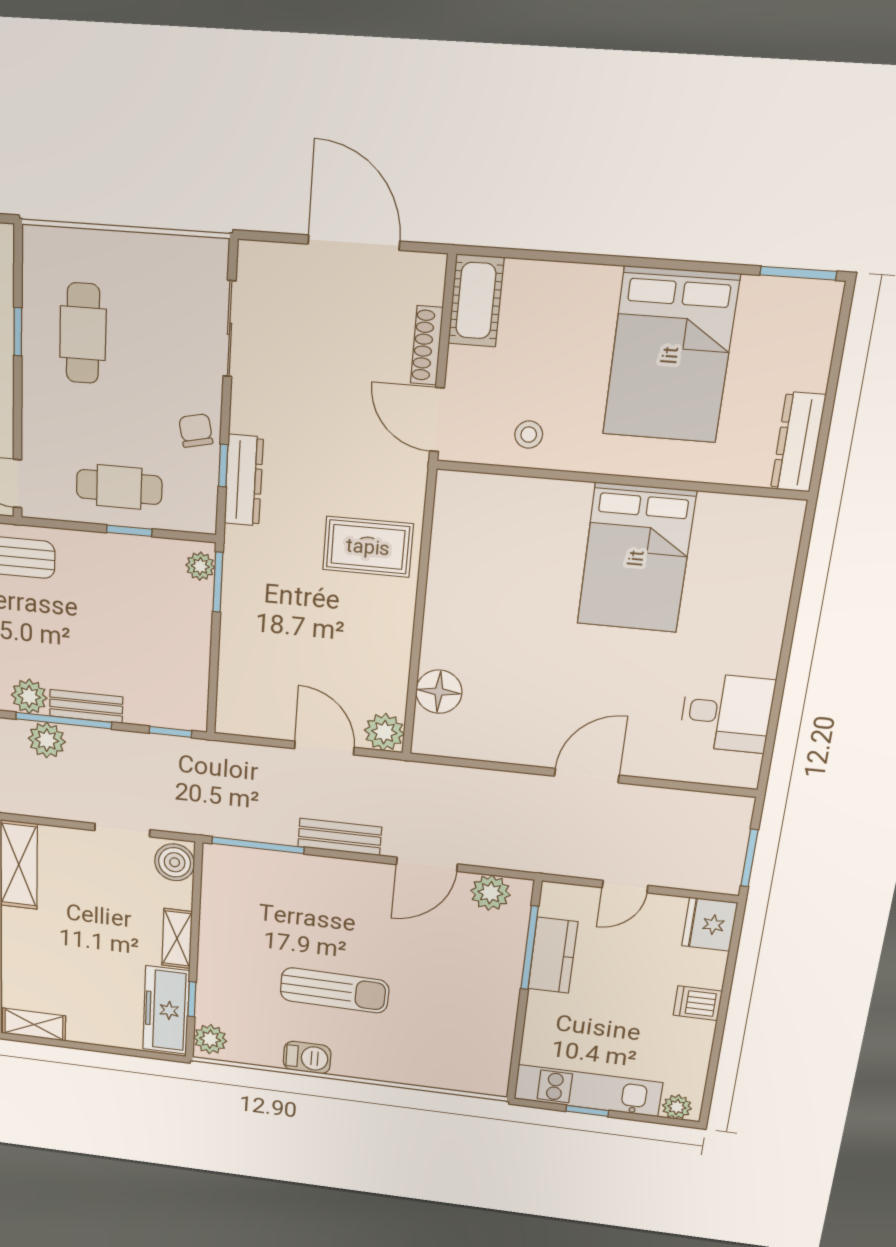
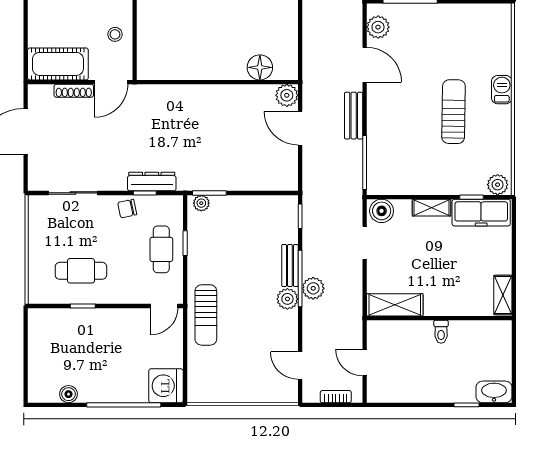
cot: (476, 301) -> (58, 64), width x1.37, depth x1.34
rug: (368, 547) -> (182, 113), removed
door: (324, 748) -> (300, 128), hinge flipped
barbecue: (307, 1058) -> (502, 90), moved

